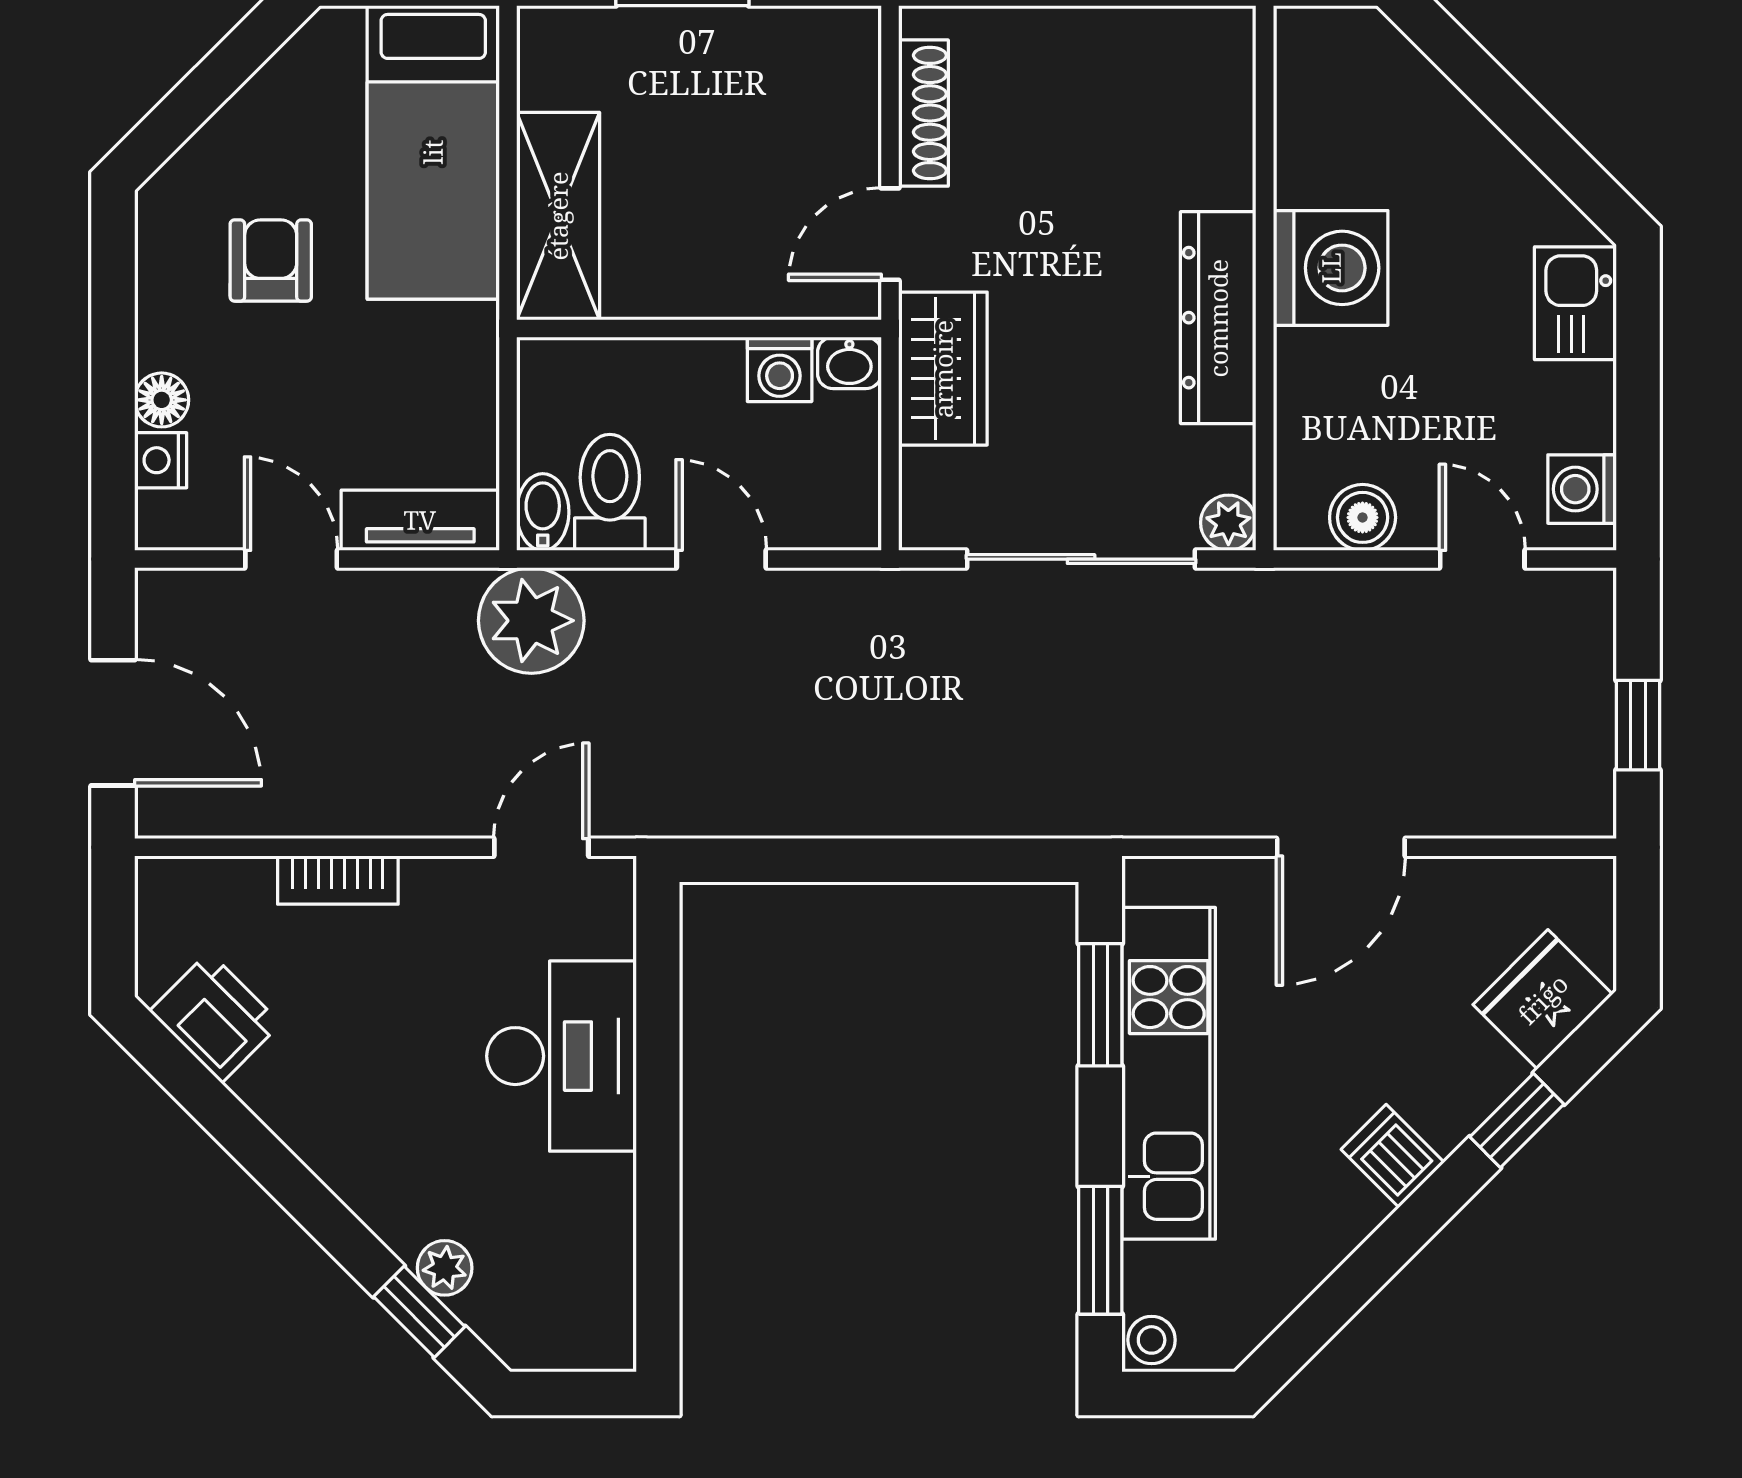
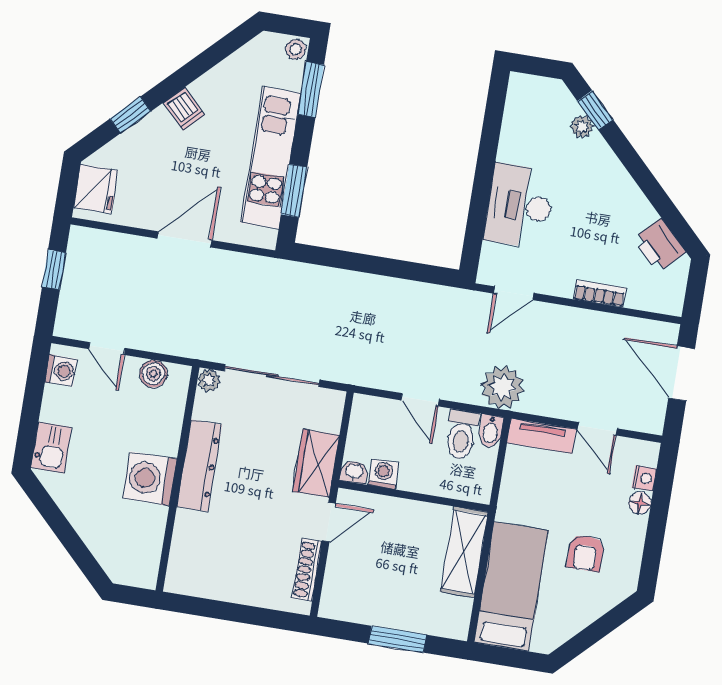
fridge: (1543, 999) -> (96, 189), moved, turned -45

